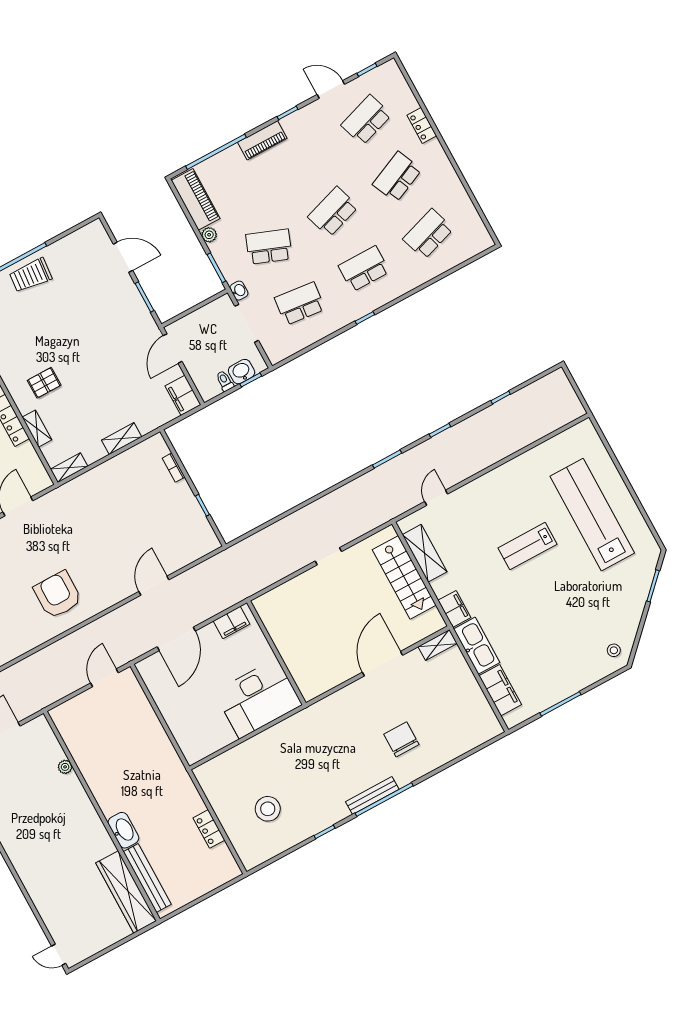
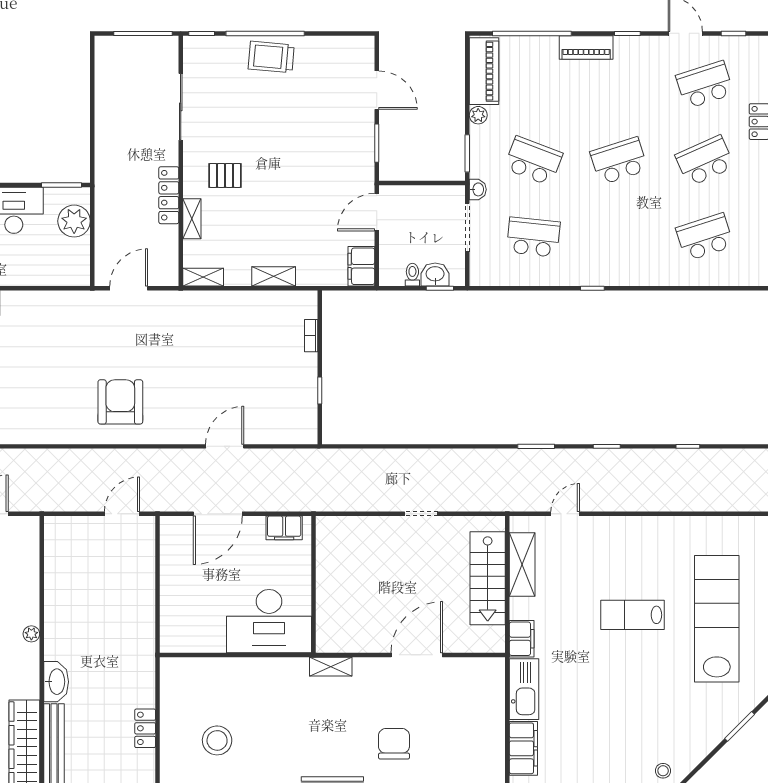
school desk: (364, 269) -> (619, 237), removed
shelving: (438, 645) -> (331, 667), moved
plant: (65, 767) -> (31, 634), moved

